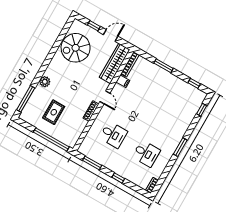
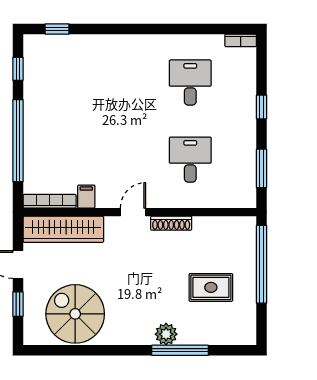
spiral stairs: (76, 48) -> (75, 314), turned 180
window: (164, 66) -> (18, 141), width x2.11
window: (26, 99) -> (180, 350), moved
window: (180, 147) -> (145, 29), removed

